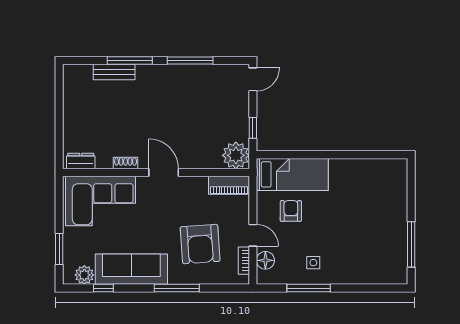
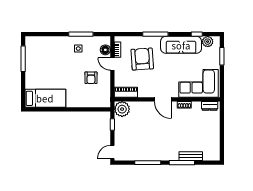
bed: (292, 174) -> (45, 98), moved, turned 180

